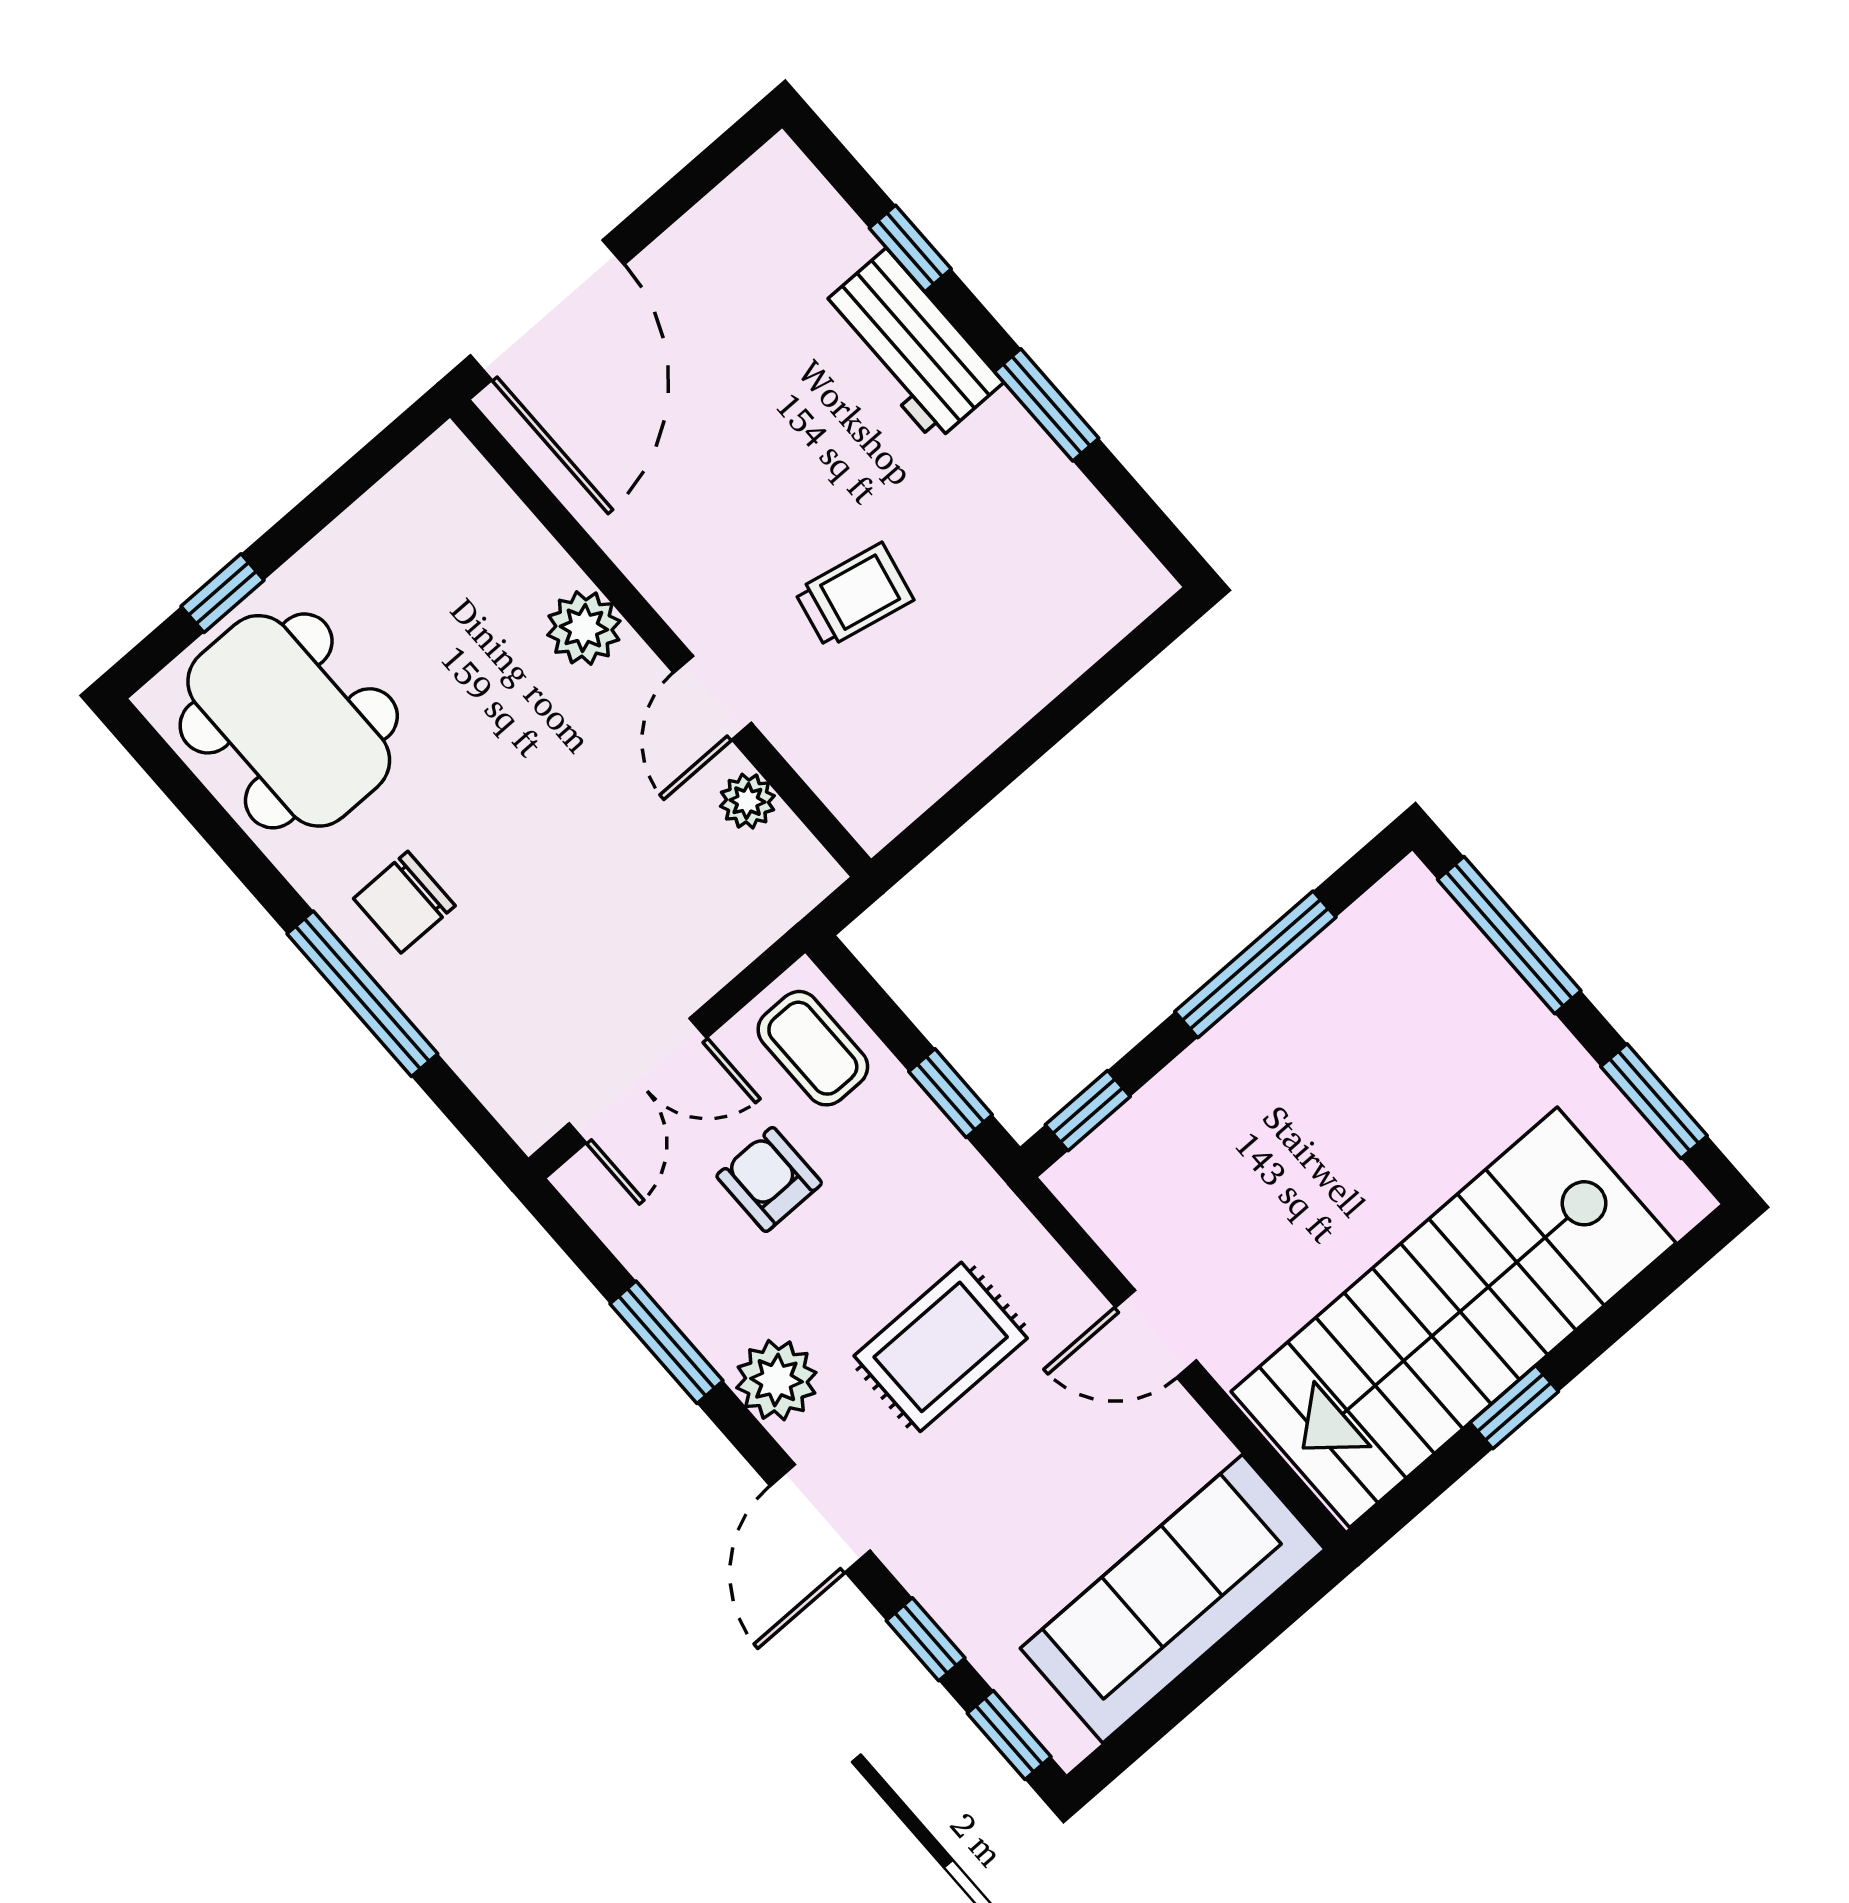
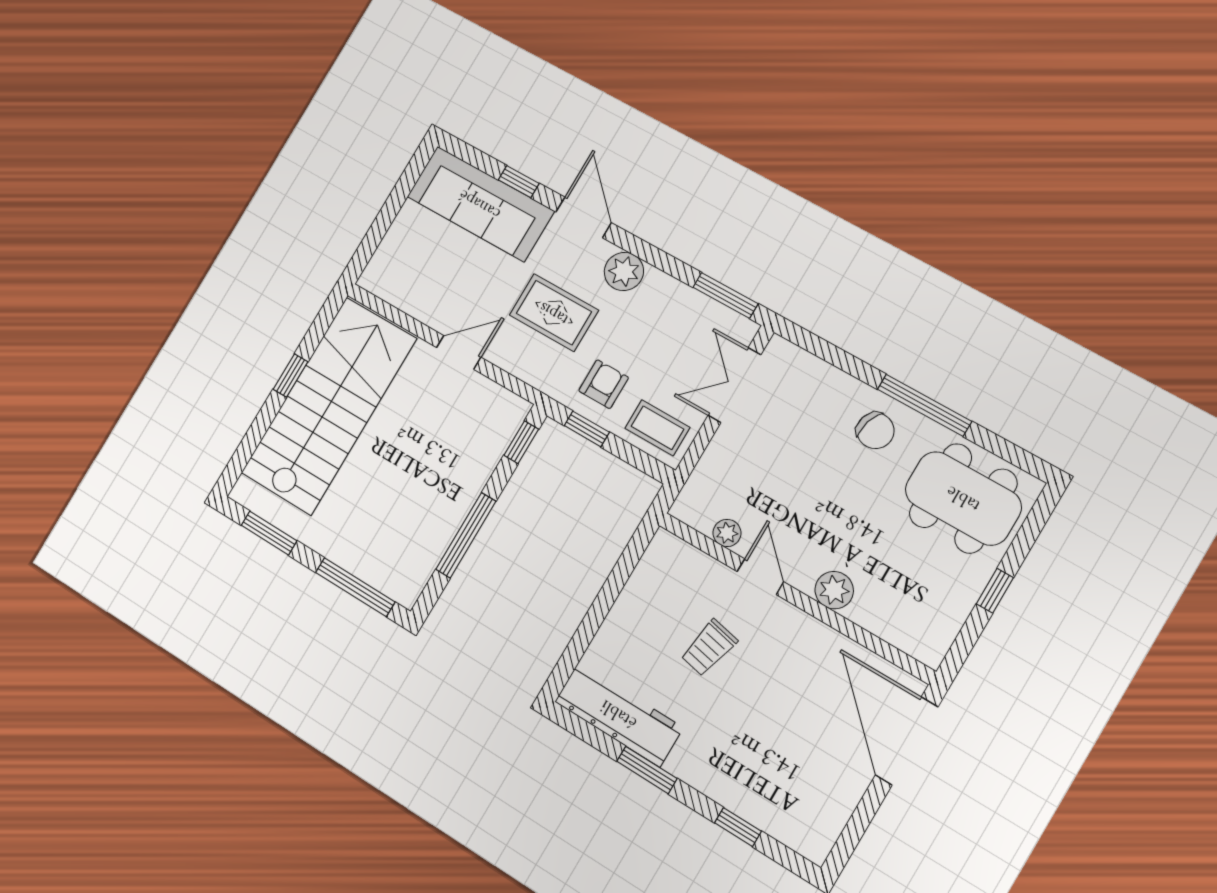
workbench: (910, 345) -> (619, 714), moved, width x1.38
window: (223, 593) -> (995, 591), moved
chair: (404, 902) -> (875, 431), turned 107
window: (362, 994) -> (924, 405), moved
armchair: (769, 1180) -> (604, 384), moved, turned -90
window: (666, 1342) -> (725, 295), moved
rug: (941, 1347) -> (554, 313), turned 90
sofa: (1173, 1599) -> (480, 204), moved, turned 90
window: (1009, 1735) -> (468, 154), removed

